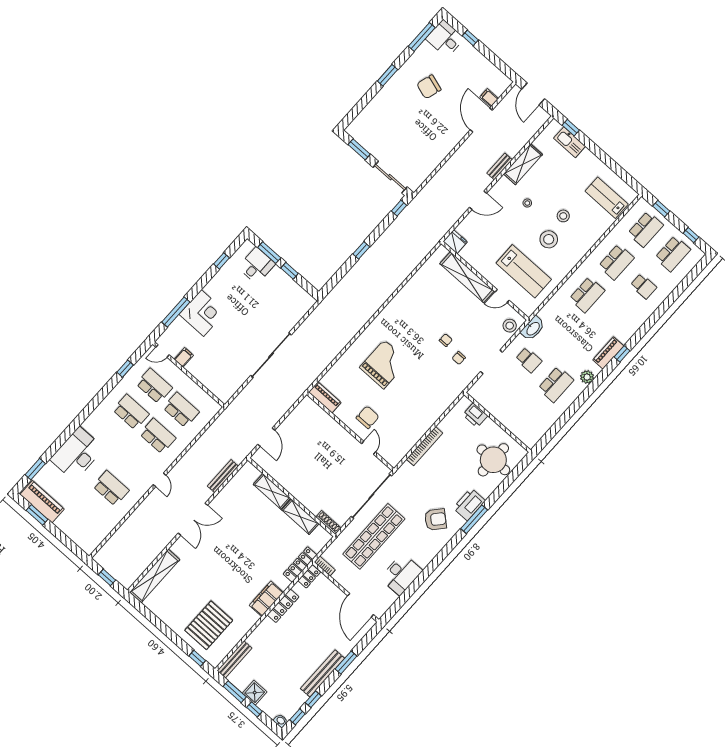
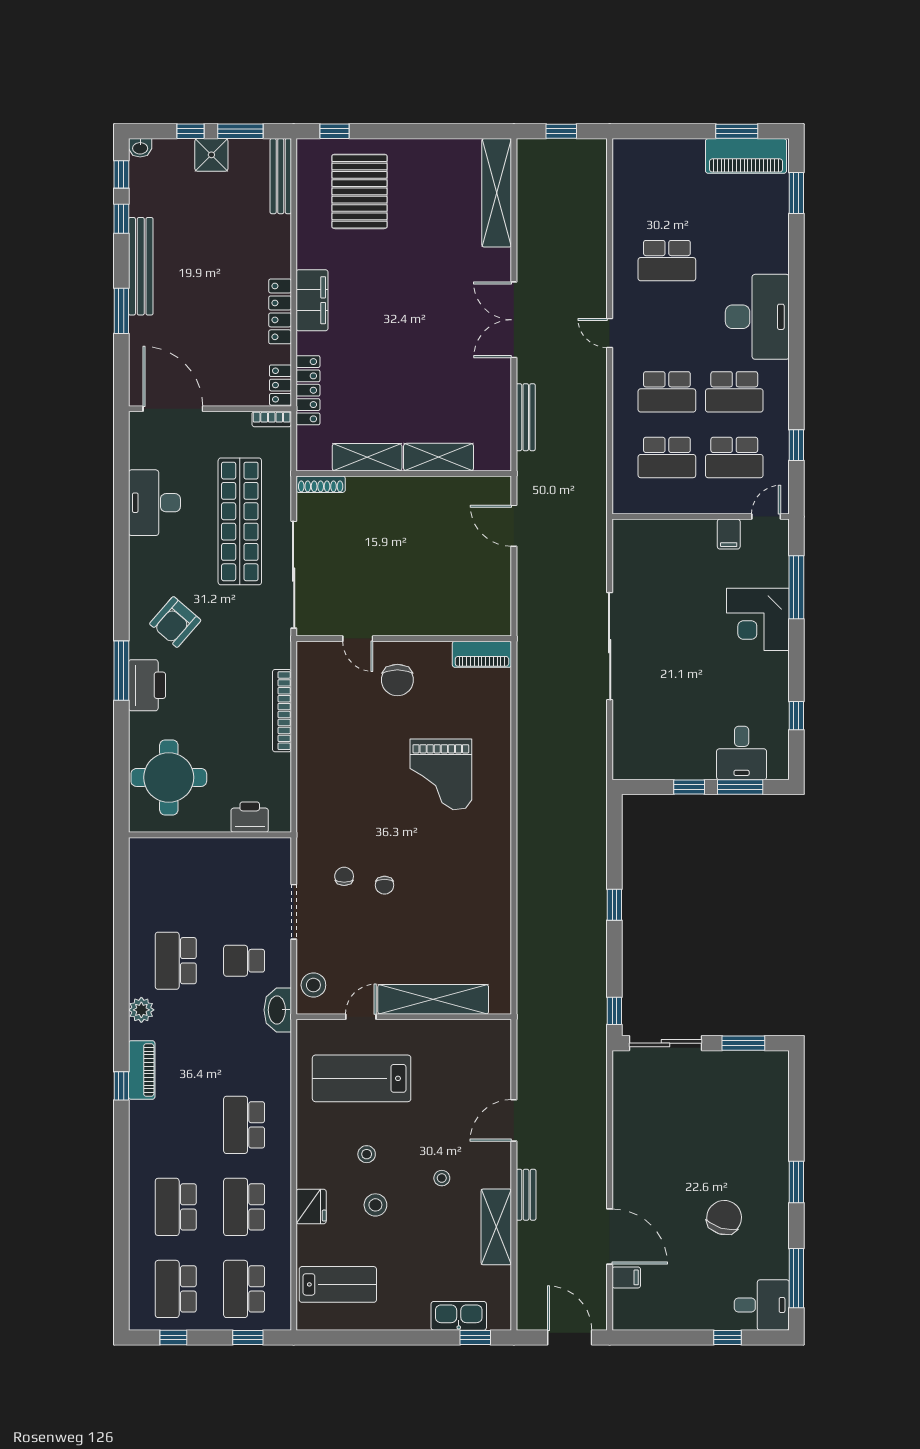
stool: (549, 239) -> (367, 1154), width x0.53, depth x0.53
fridge: (455, 242) -> (311, 1206), moved, turned -90
school desk: (643, 286) -> (176, 1207), width x1.85
desk: (77, 454) -> (757, 317), moved

